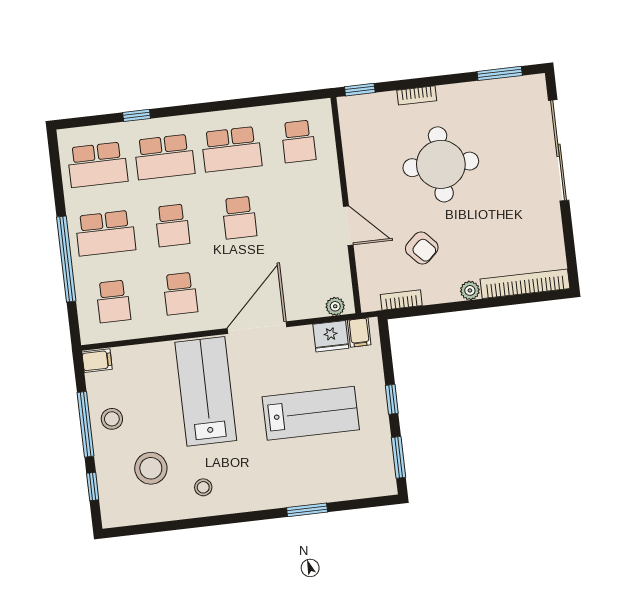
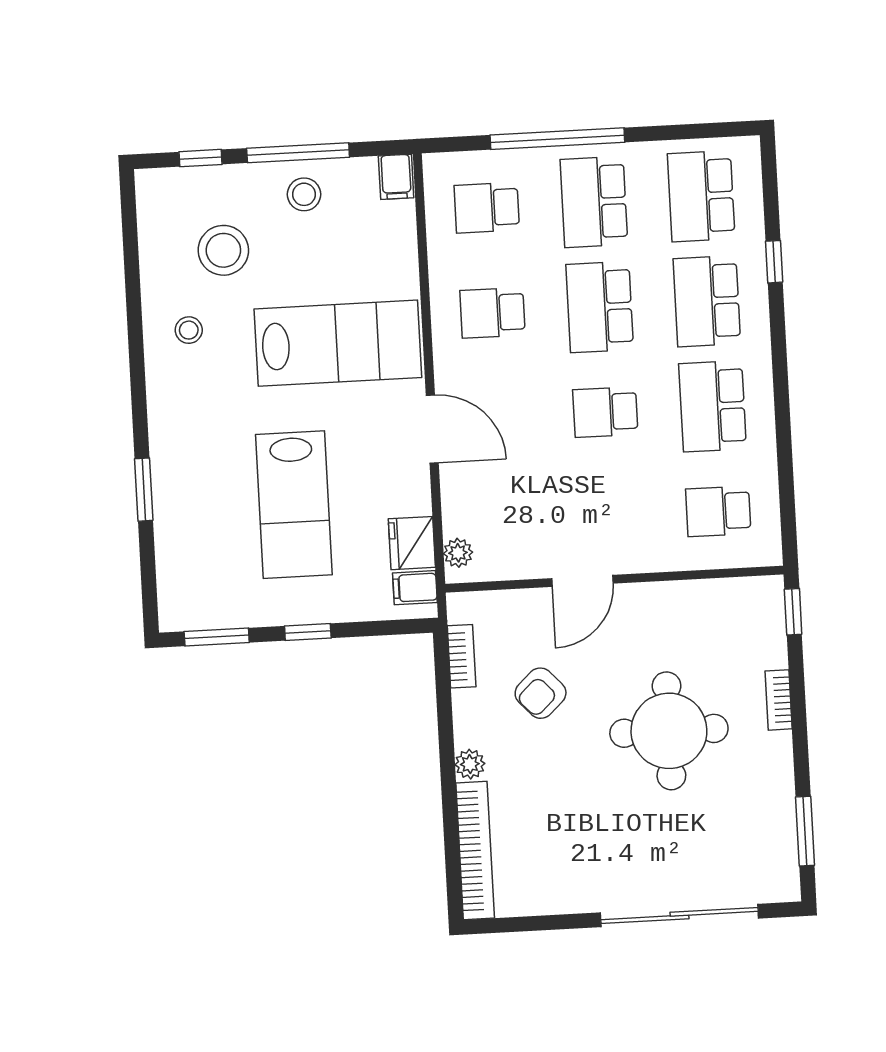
school desk: (172, 225) -> (600, 307), width x1.85
door: (257, 328) -> (432, 429), width x0.73

